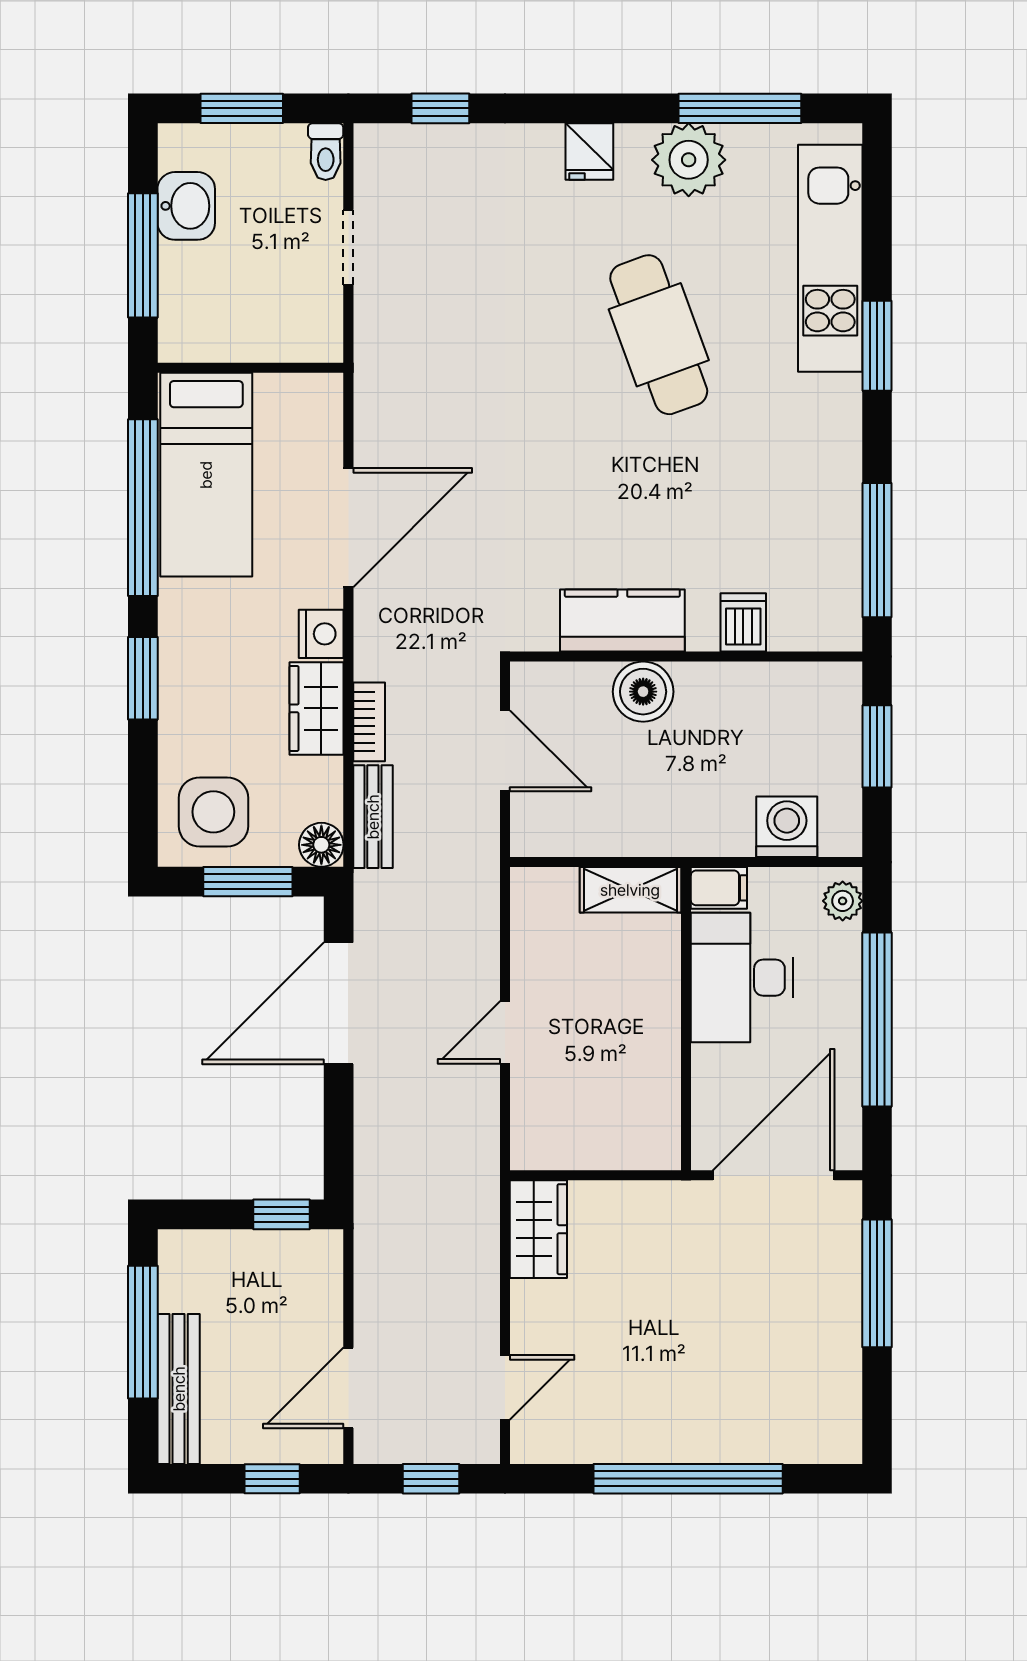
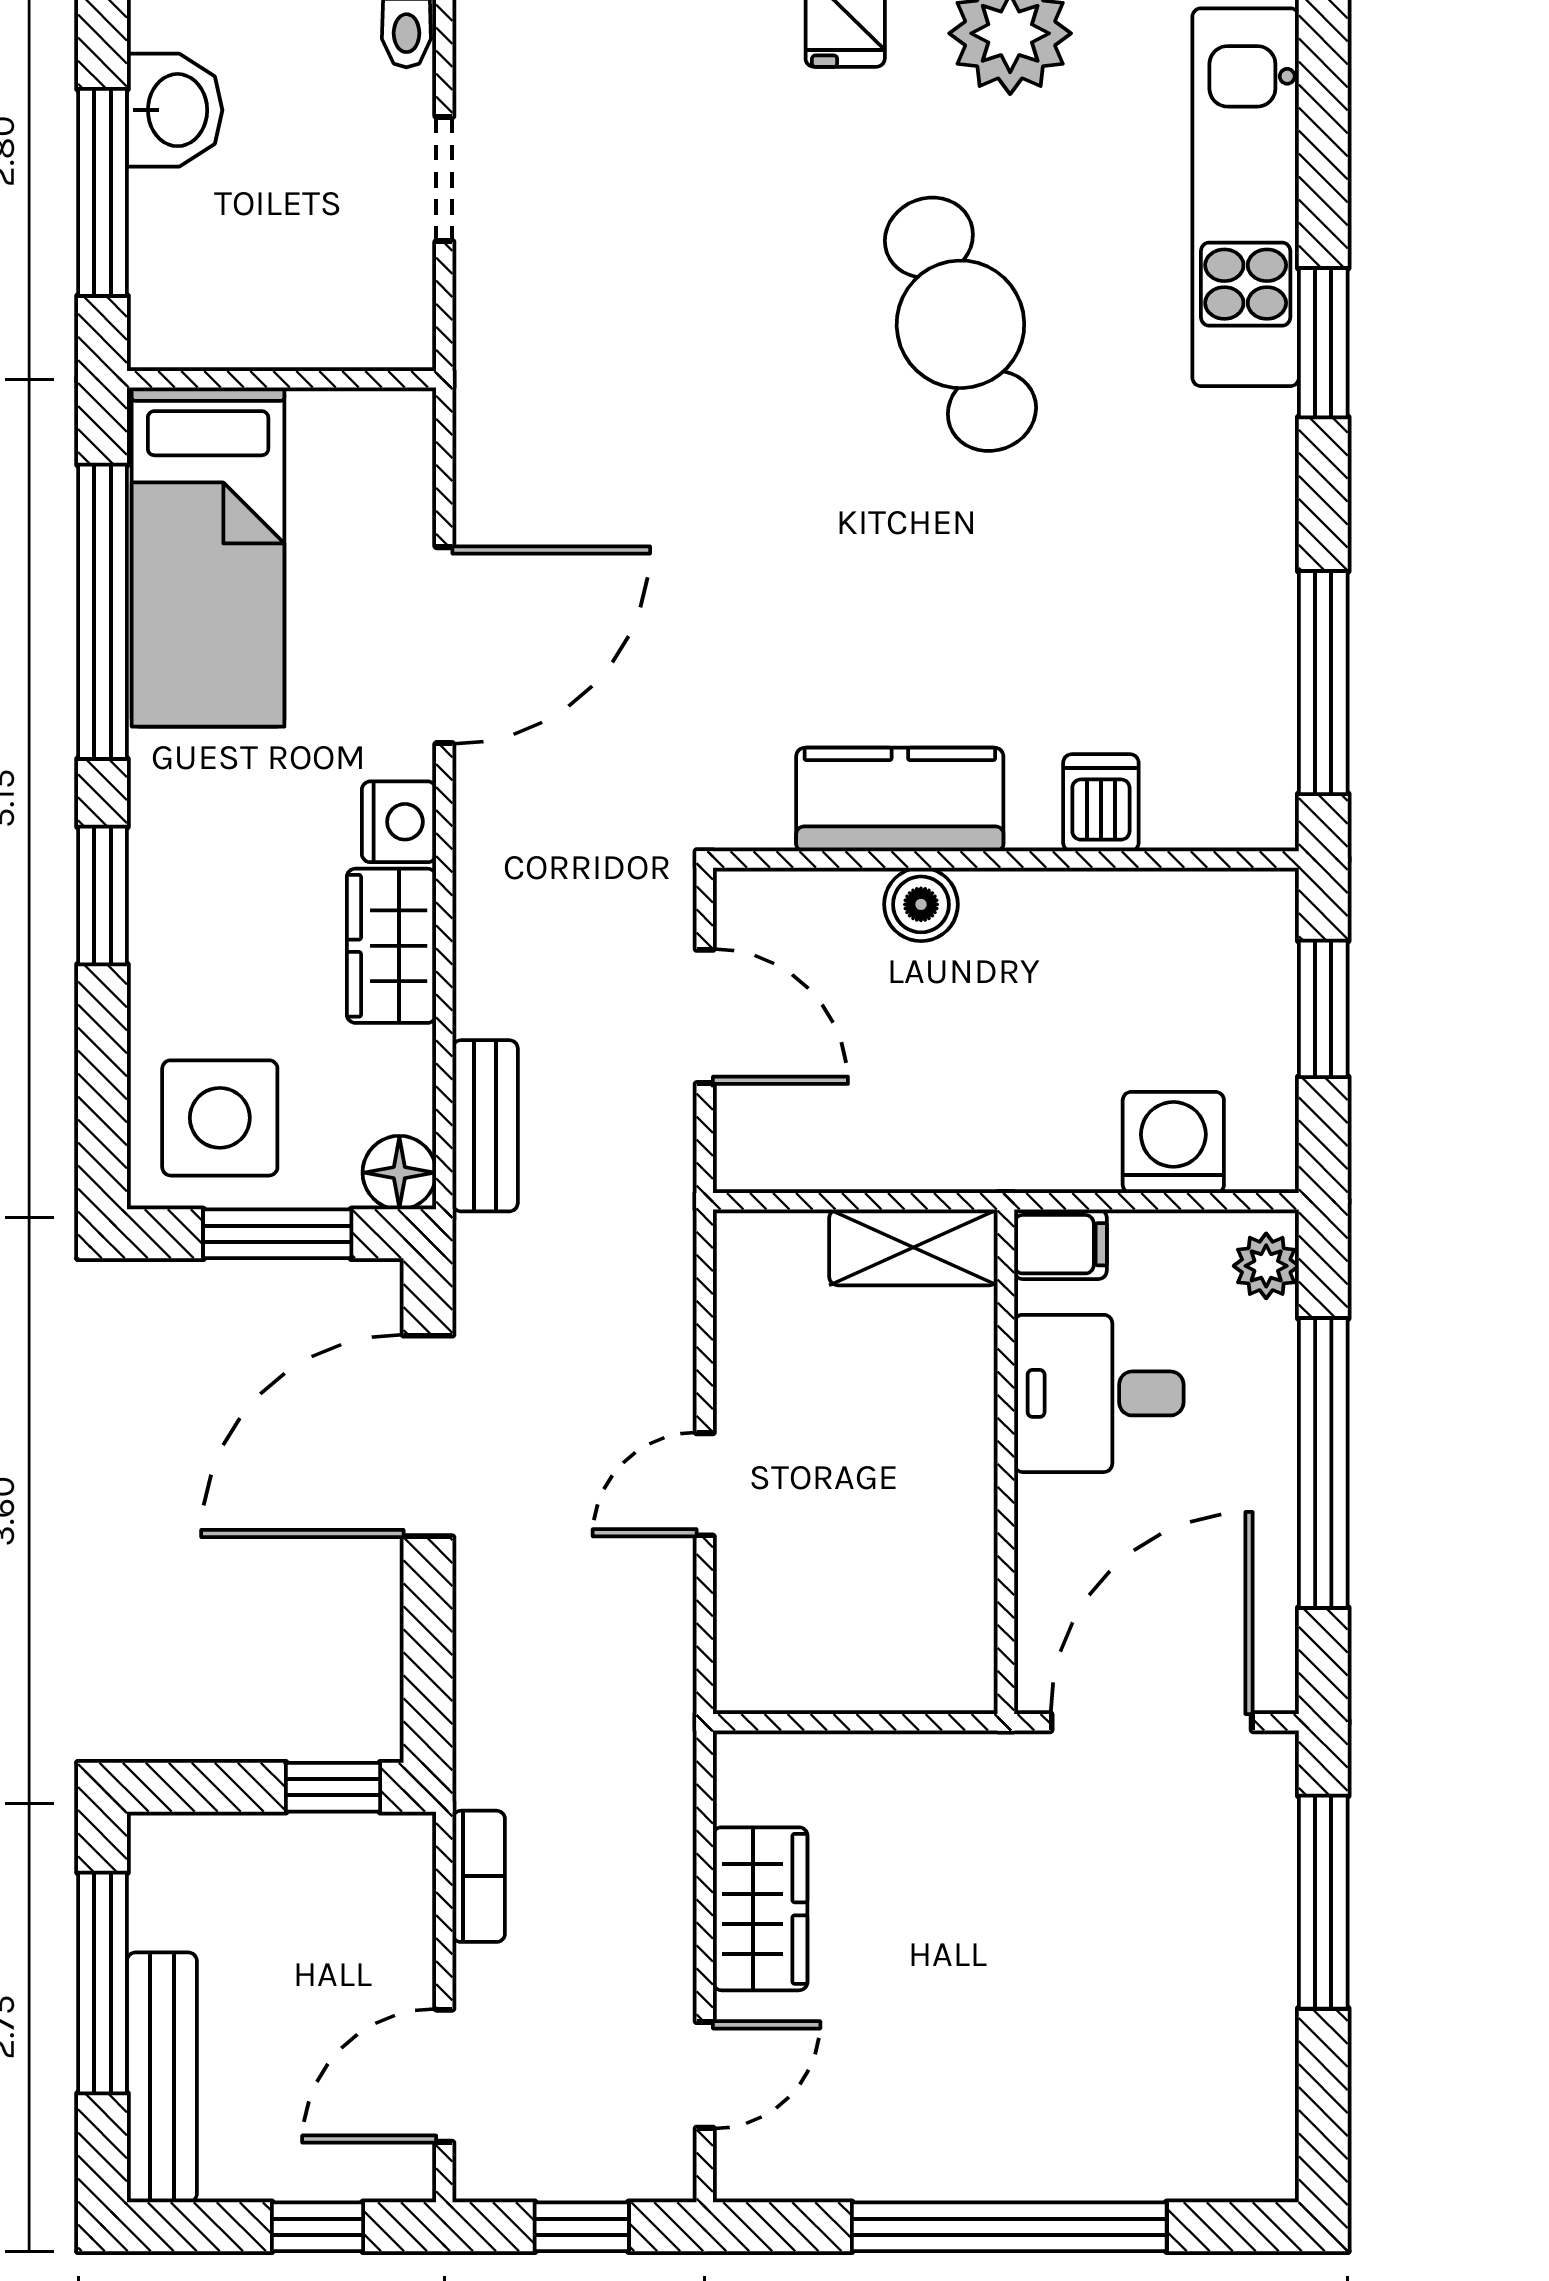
boiler: (643, 692) -> (921, 904), width x0.73, depth x0.73
bookcase: (369, 722) -> (479, 1876), moved
desk: (742, 978) -> (1099, 1393), width x0.73
wardrobe: (538, 1229) -> (760, 1909), moved

